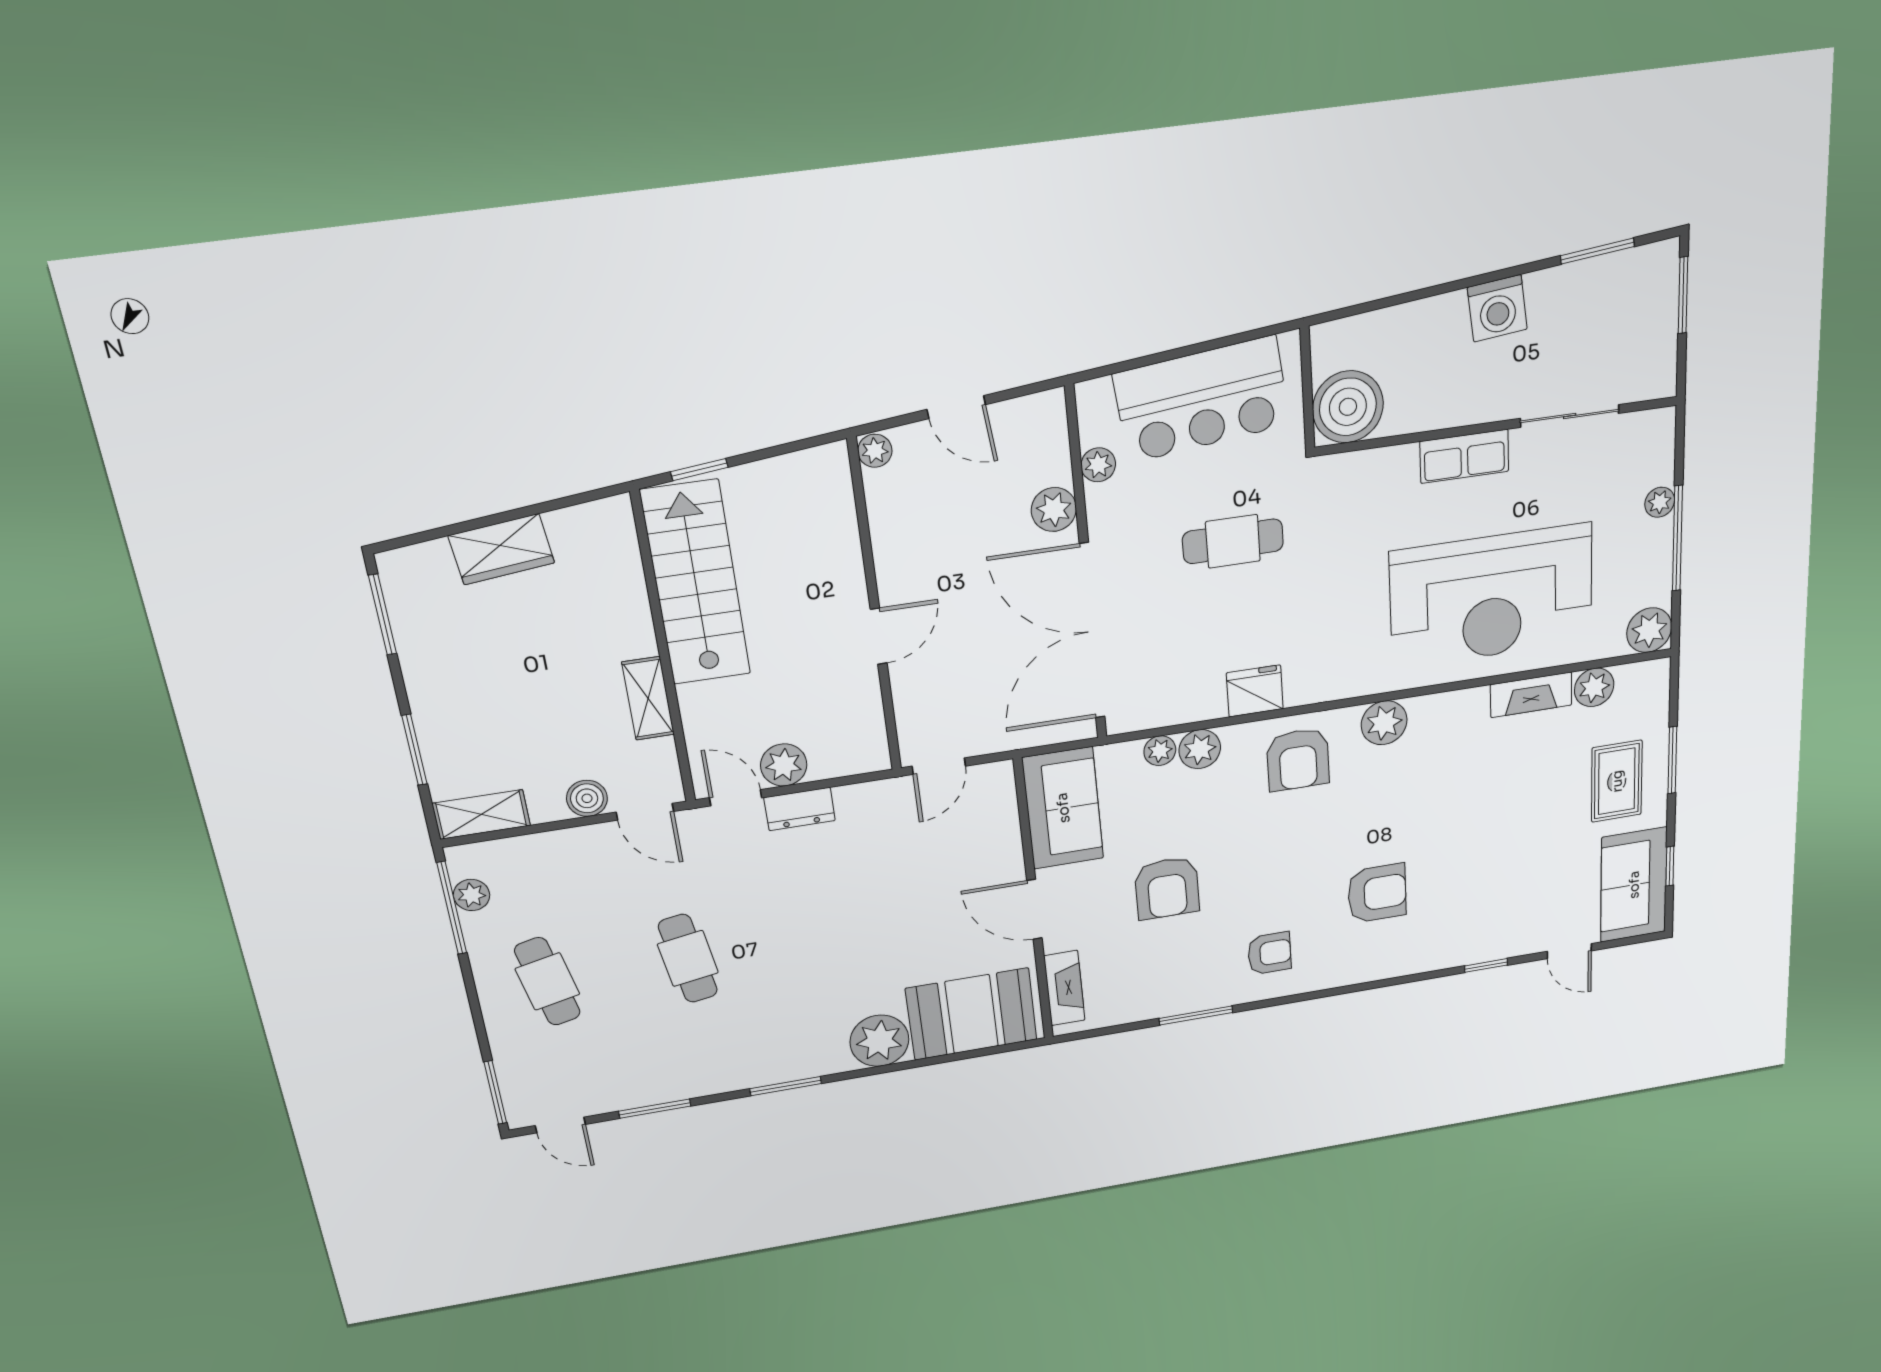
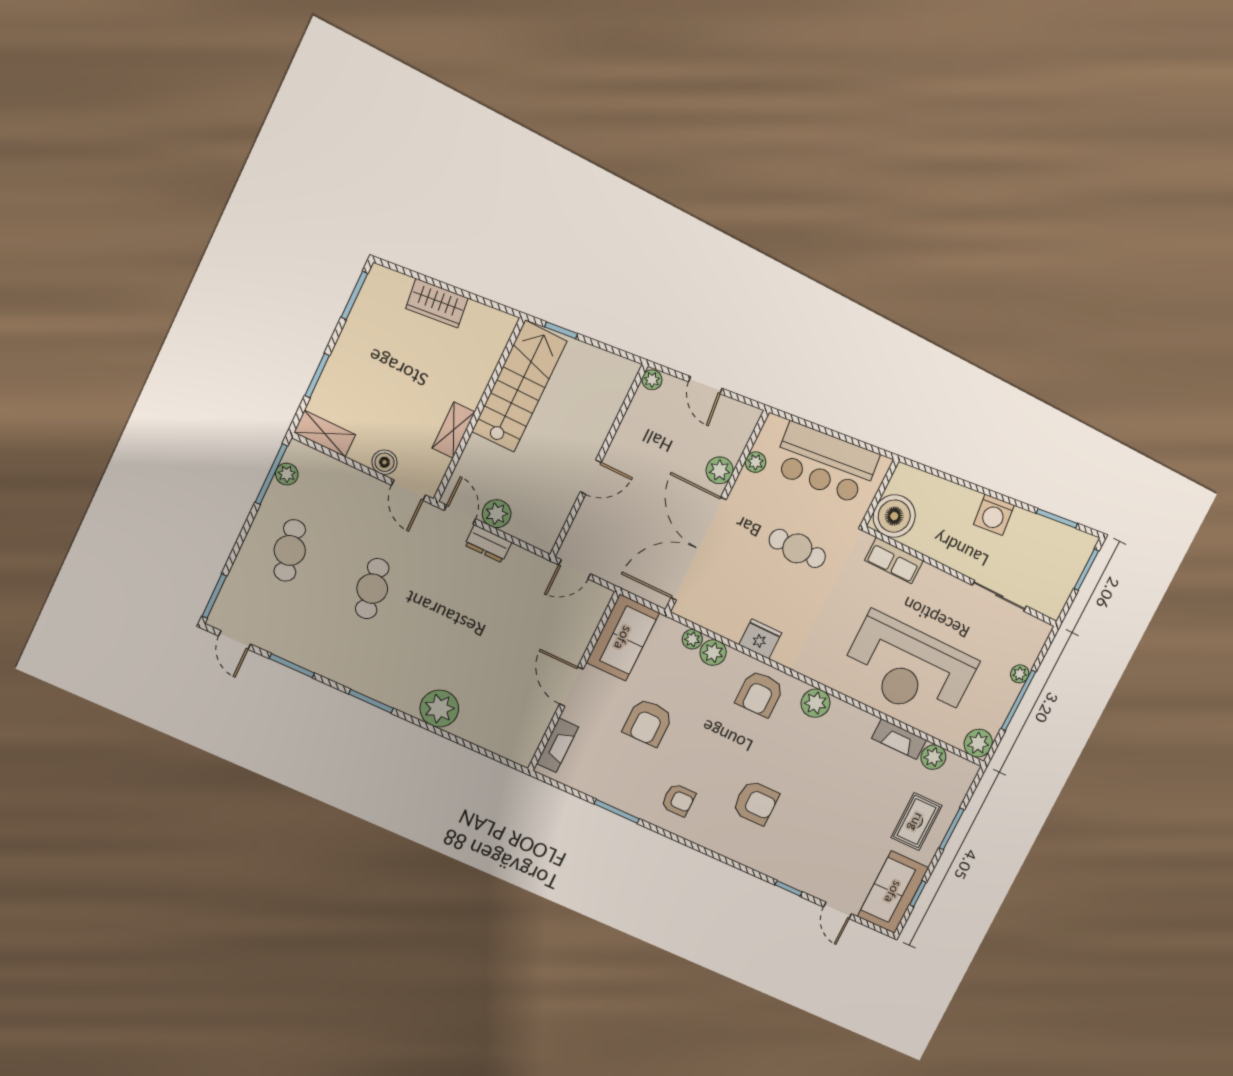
row of seats: (1464, 456) -> (894, 561), moved
booth: (972, 1014) -> (499, 727), removed

